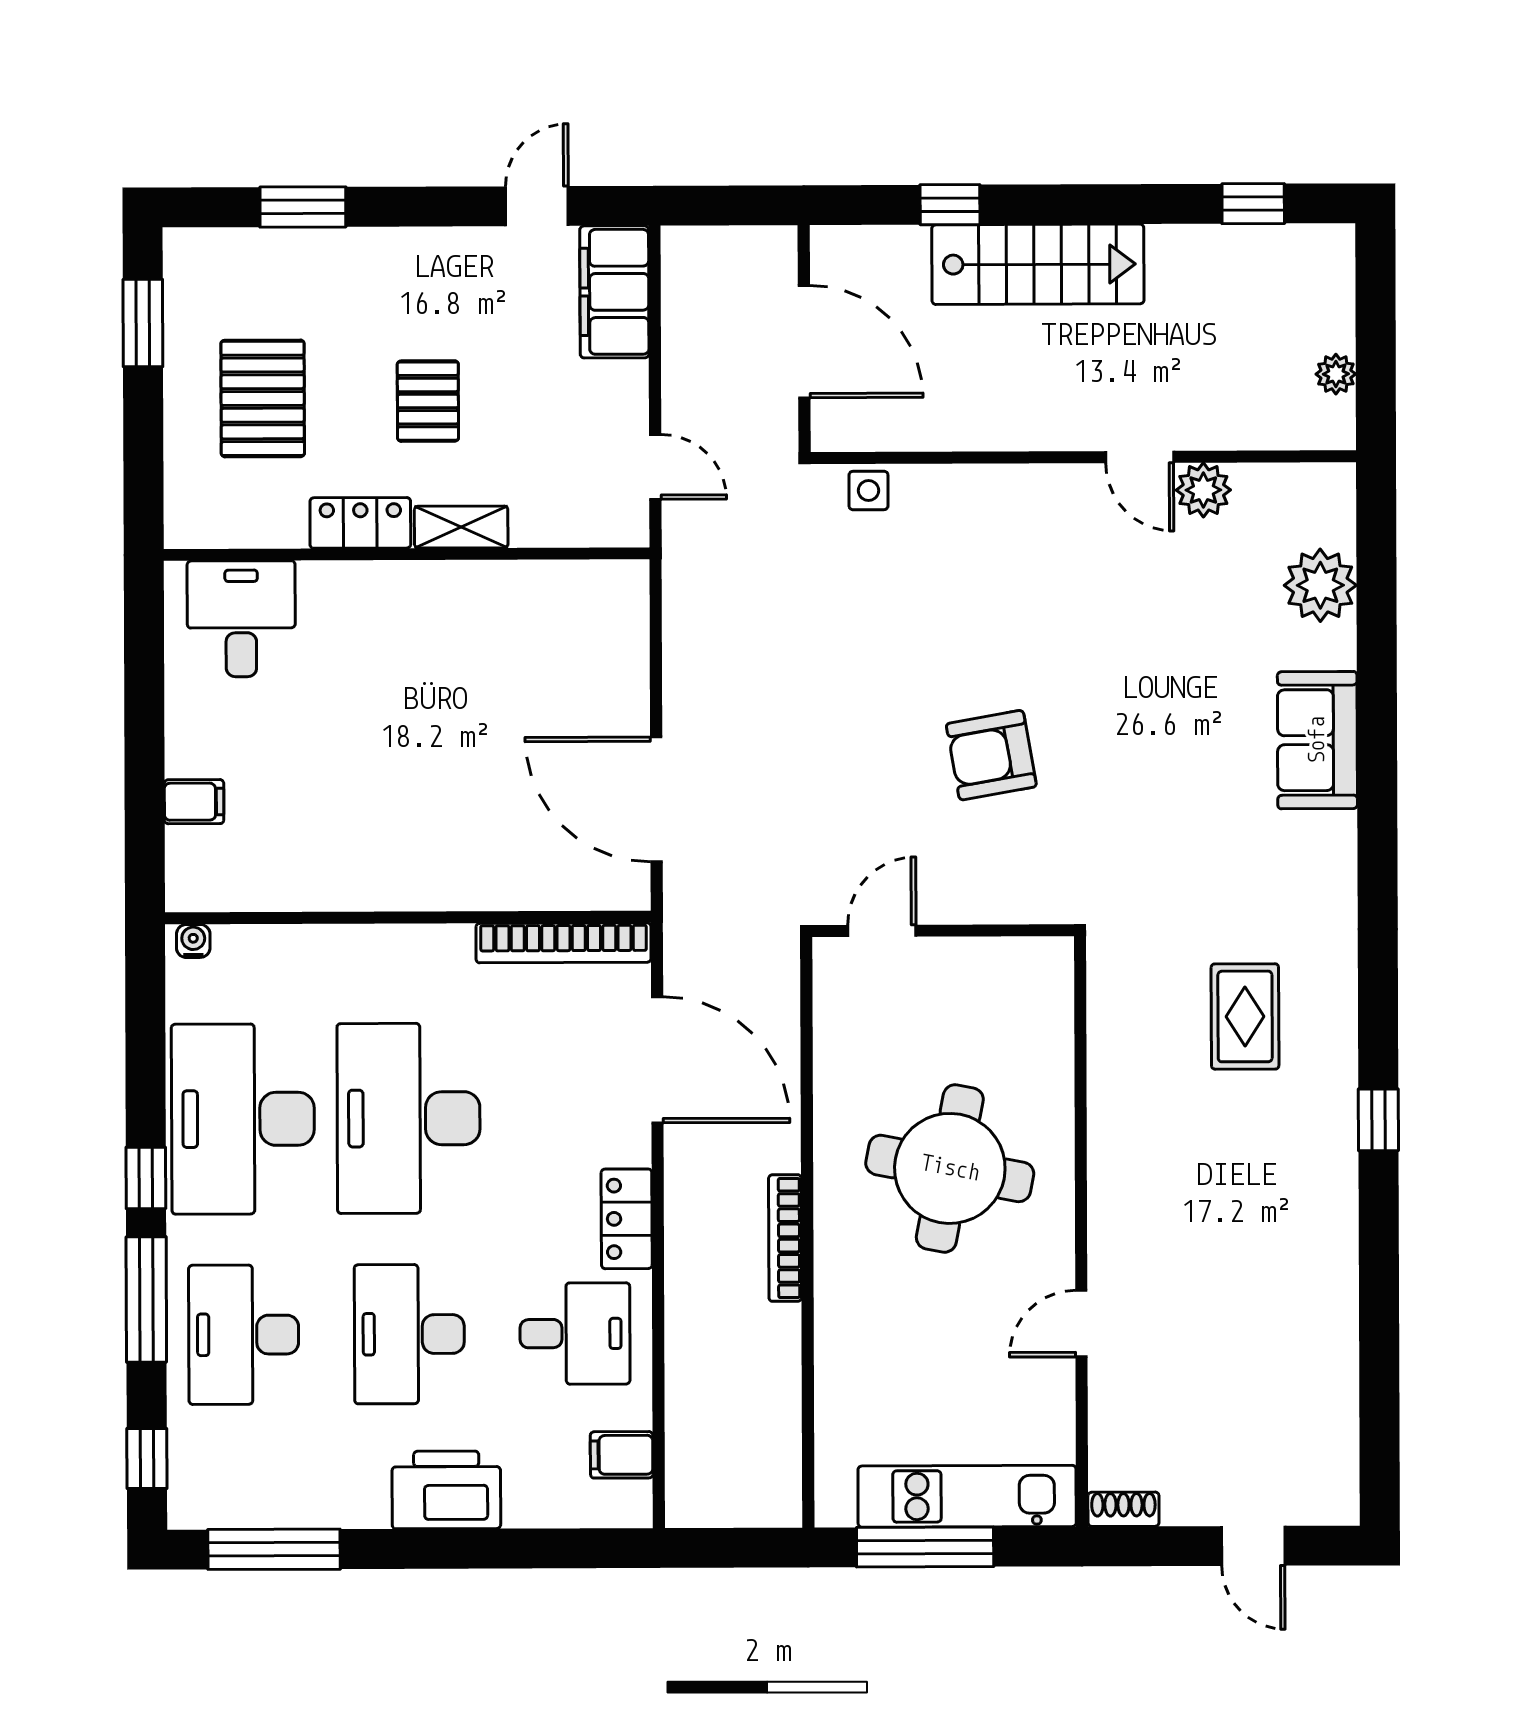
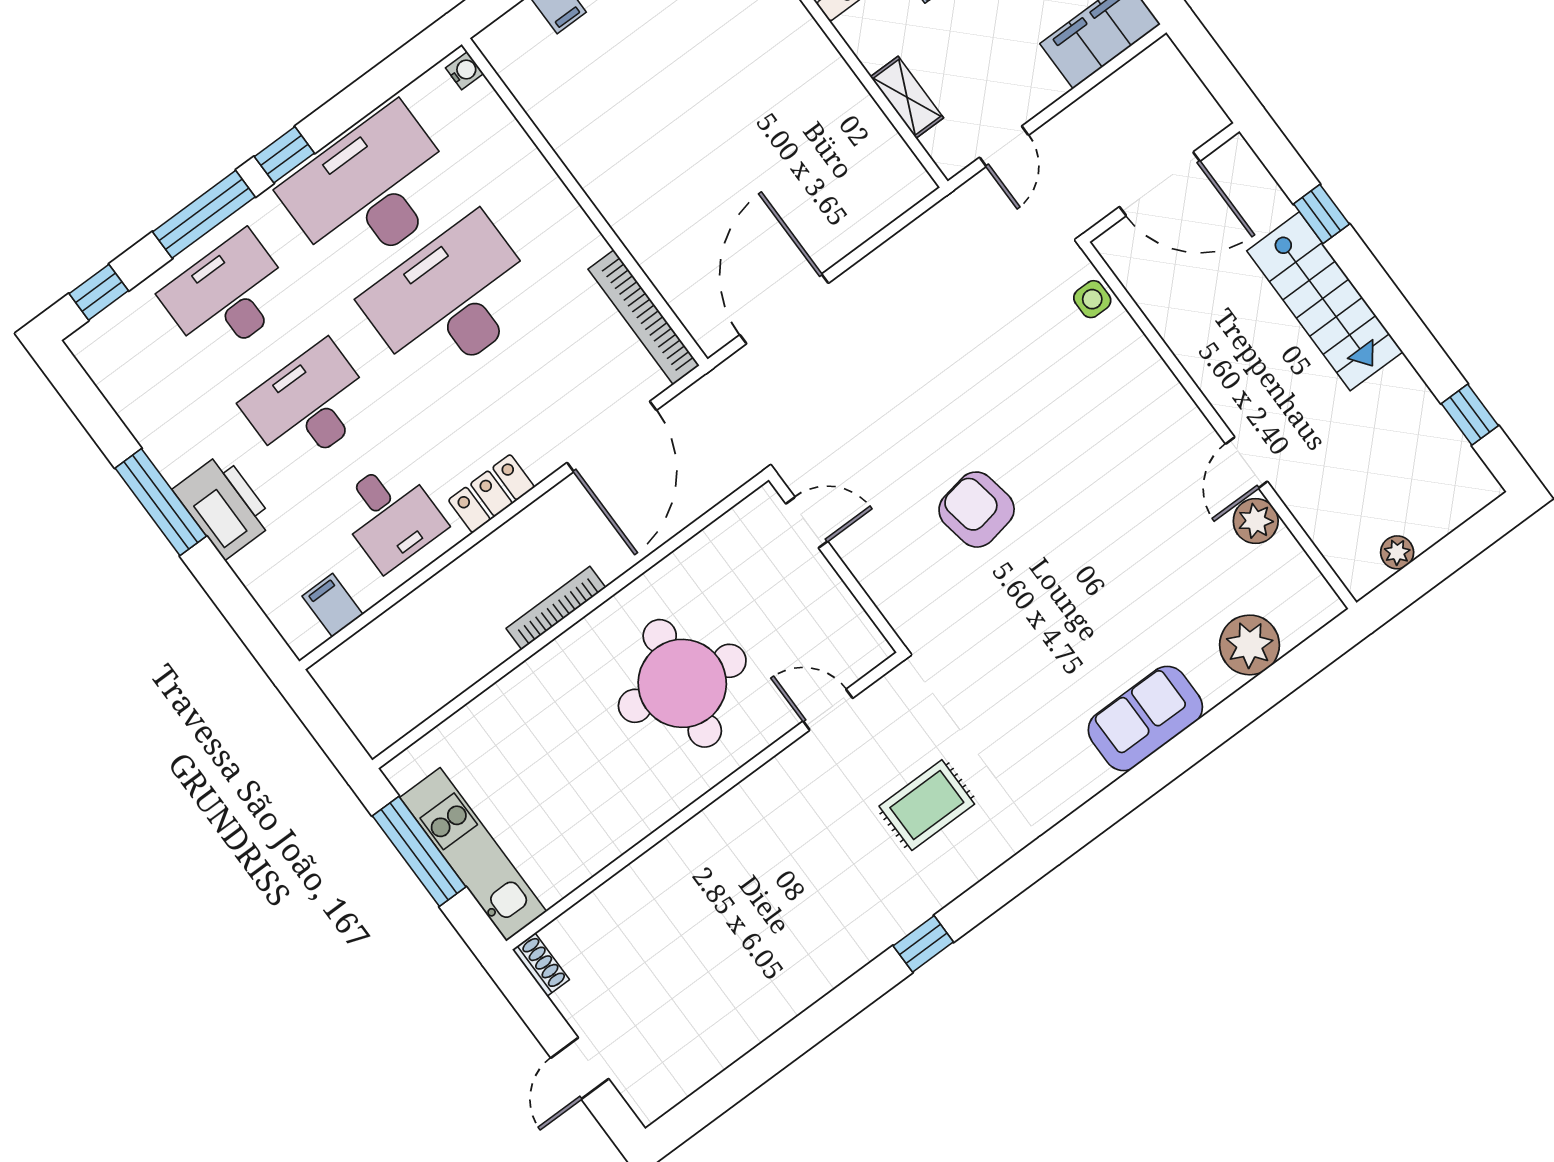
door: (804, 342) -> (1160, 184), hinge flipped
shelving: (461, 527) -> (907, 97), moved
door: (1081, 1324) -> (828, 710), moved
window: (274, 1549) -> (161, 502), moved

